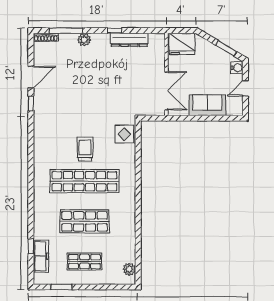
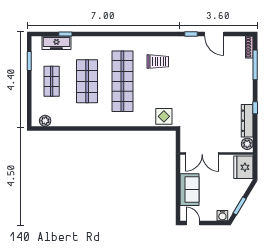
plant: (84, 40) -> (247, 144), moved
door: (245, 88) -> (193, 223), moved
trolley: (85, 149) -> (158, 62), moved

